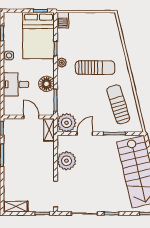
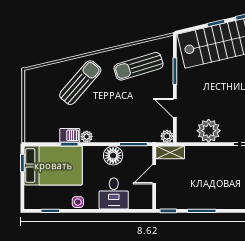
barbecue: (63, 20) -> (70, 135), moved
sun lounger: (95, 68) -> (80, 83), moved, turned 41
plant: (67, 123) -> (167, 136), width x0.53, depth x0.53

